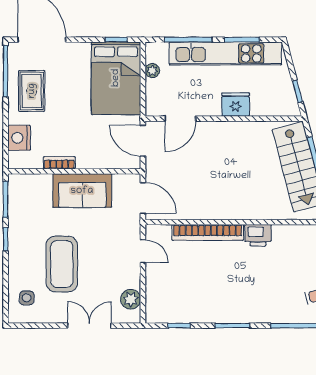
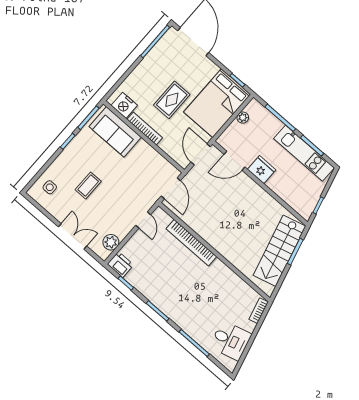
kitchen unit: (225, 53) -> (304, 153), width x0.73
rug: (32, 91) -> (172, 100), moved
fridge: (236, 105) -> (262, 170), moved
nightstand: (19, 138) -> (124, 105), moved, turned -90
bookcase: (59, 163) -> (145, 128), width x1.56
sofa: (82, 191) -> (115, 132), moved
printer: (258, 235) -> (120, 264), moved, turned 180
coffee table: (62, 264) -> (88, 185), width x0.54, depth x0.58

